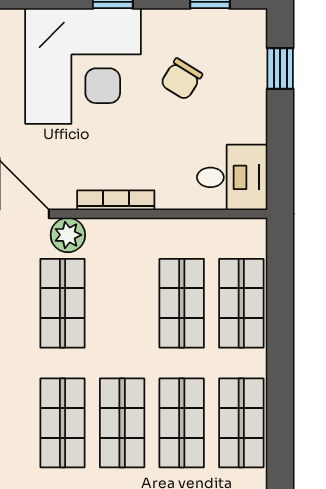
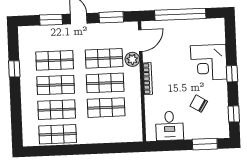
corner desk: (83, 66) -> (209, 62), width x0.74, depth x0.74
window: (280, 68) -> (205, 144), width x1.50
desk: (232, 177) -> (170, 126), moved
shop shelf: (241, 303) -> (105, 83), moved

